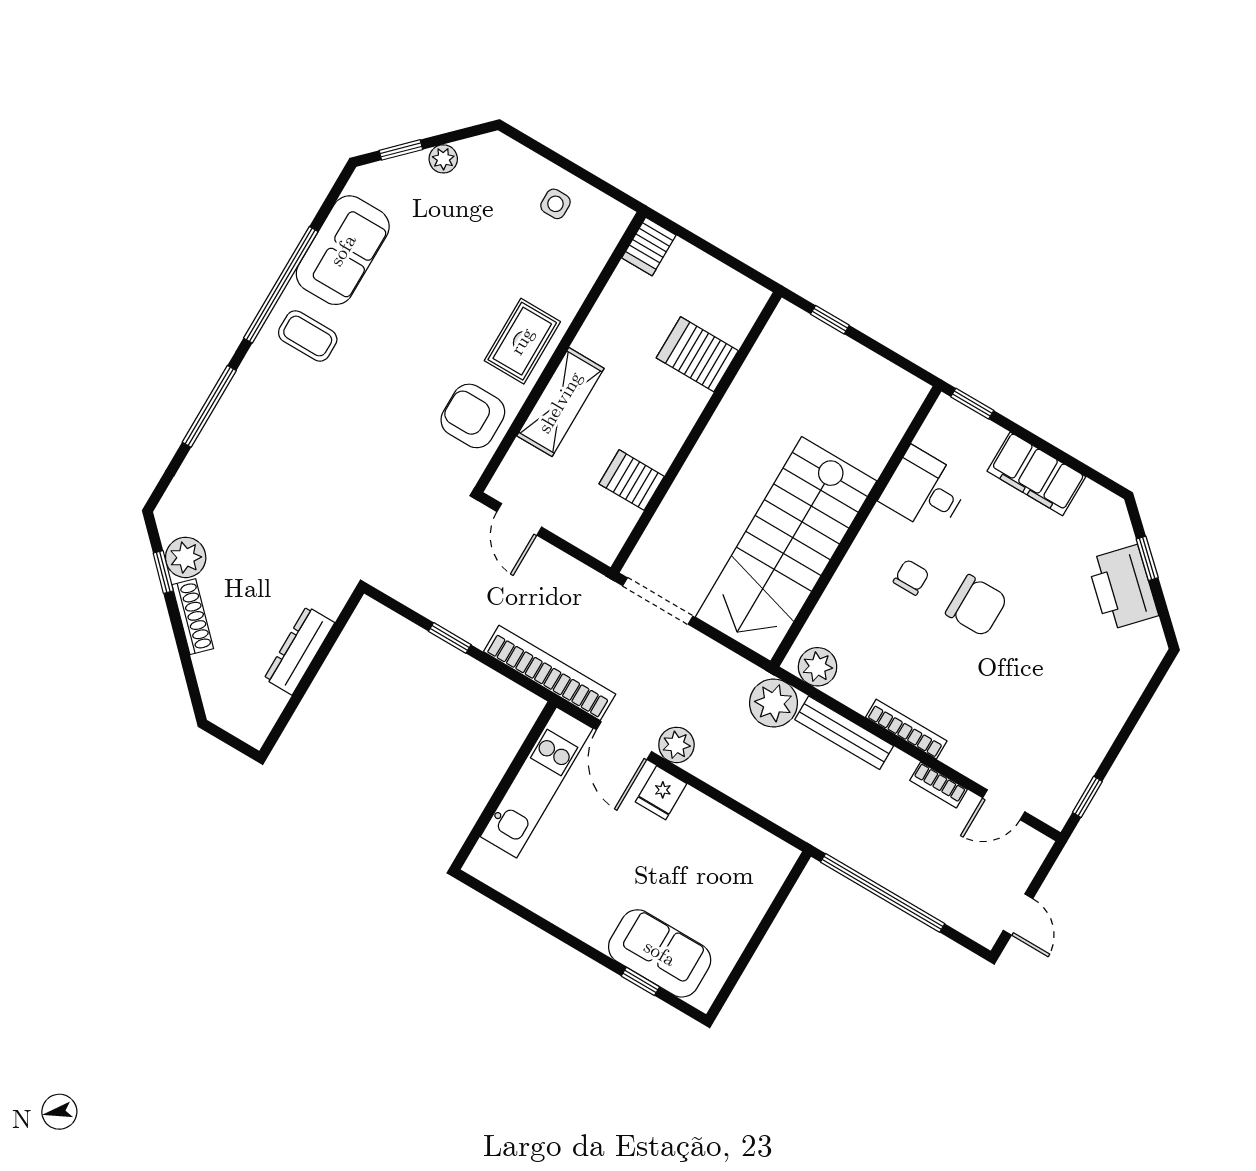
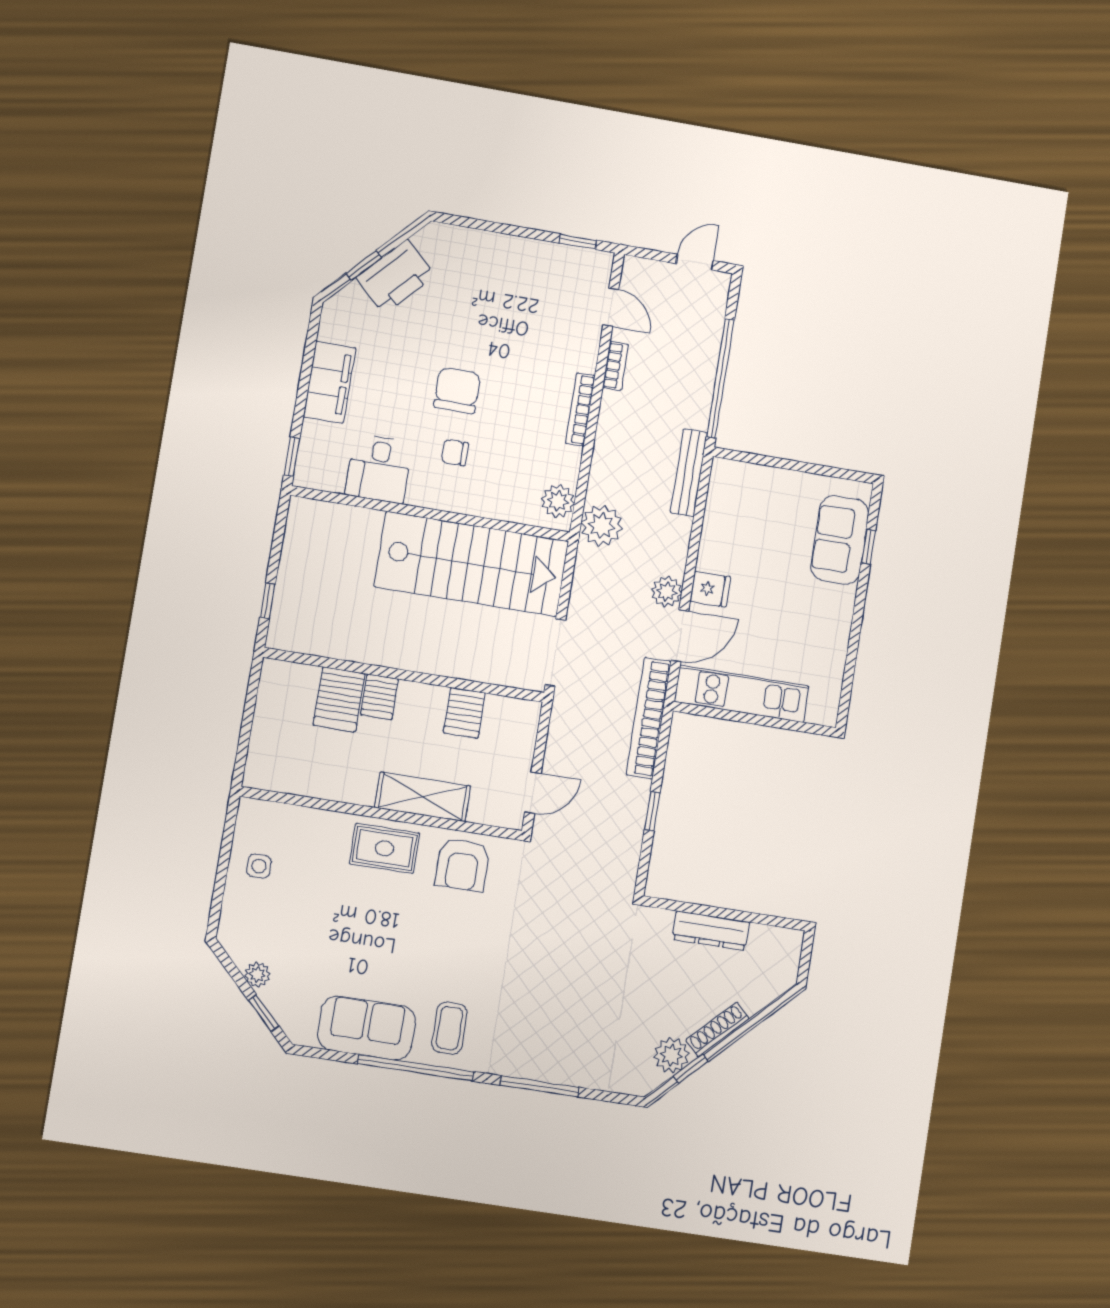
server rack: (649, 246) -> (380, 697), moved, turned 90
bench: (844, 733) -> (689, 473), moved

